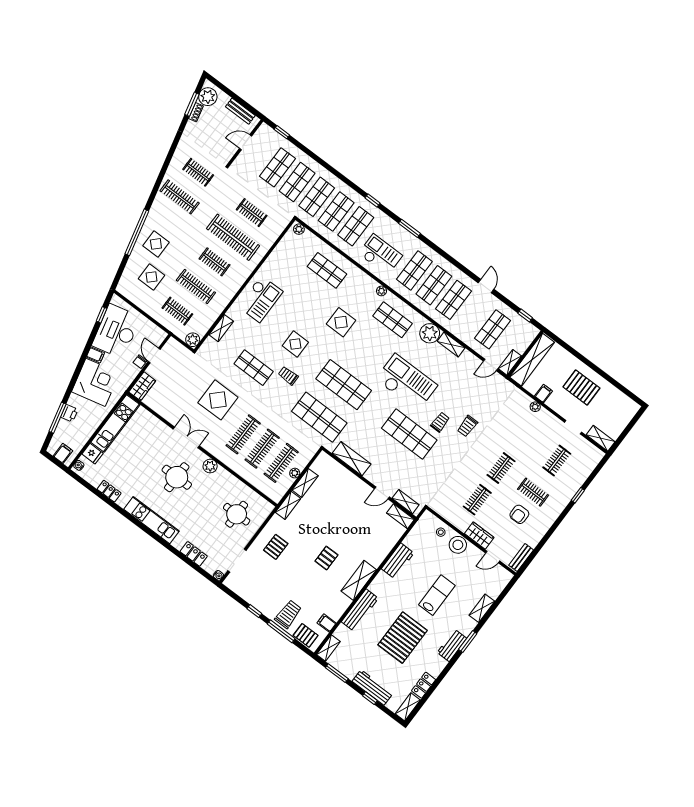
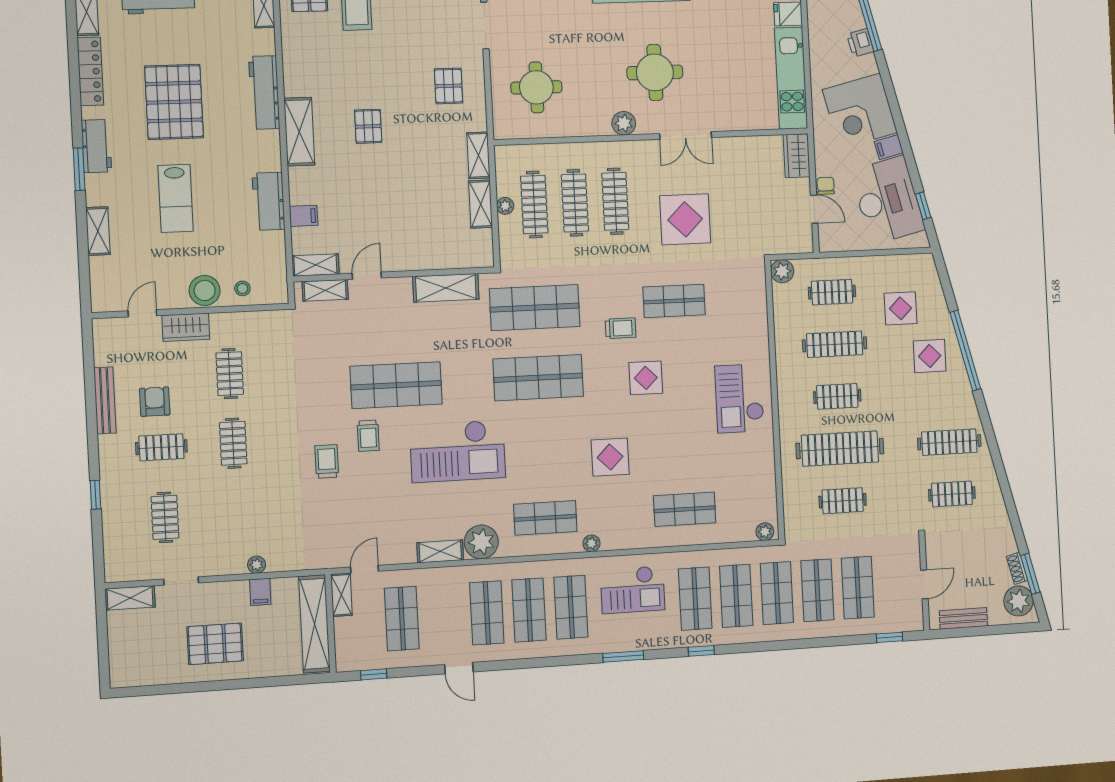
shelving: (221, 328) -> (758, 317), removed
bench: (521, 558) -> (105, 400), moved, width x1.36
filing cabinet: (327, 623) -> (304, 216), moved
locker: (424, 685) -> (90, 71), width x1.53

